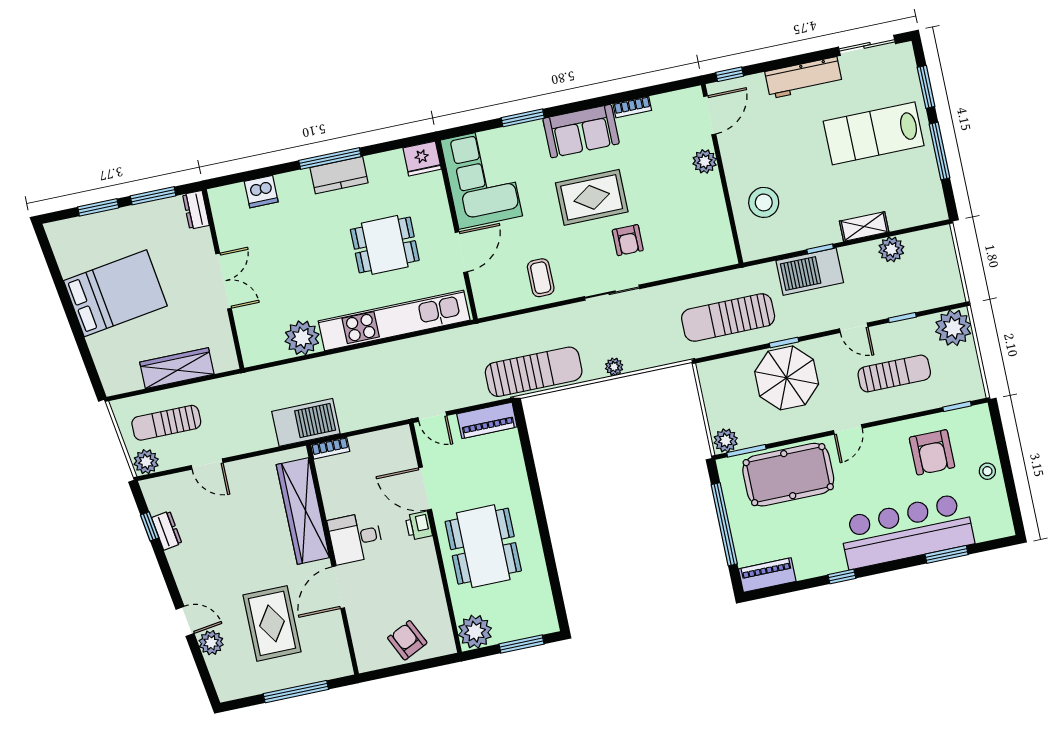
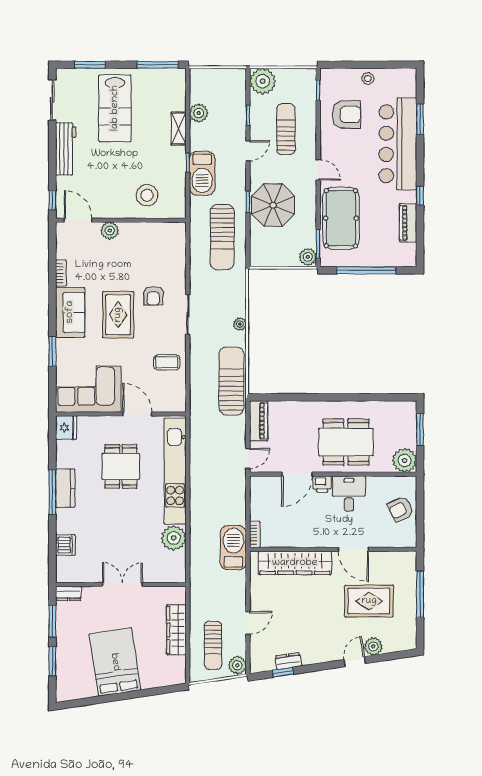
window: (940, 151) -> (158, 65), moved
armchair: (628, 240) -> (153, 296), turned 90
desk: (356, 538) -> (349, 493), moved, turned 180
piano: (767, 575) -> (408, 223), moved

